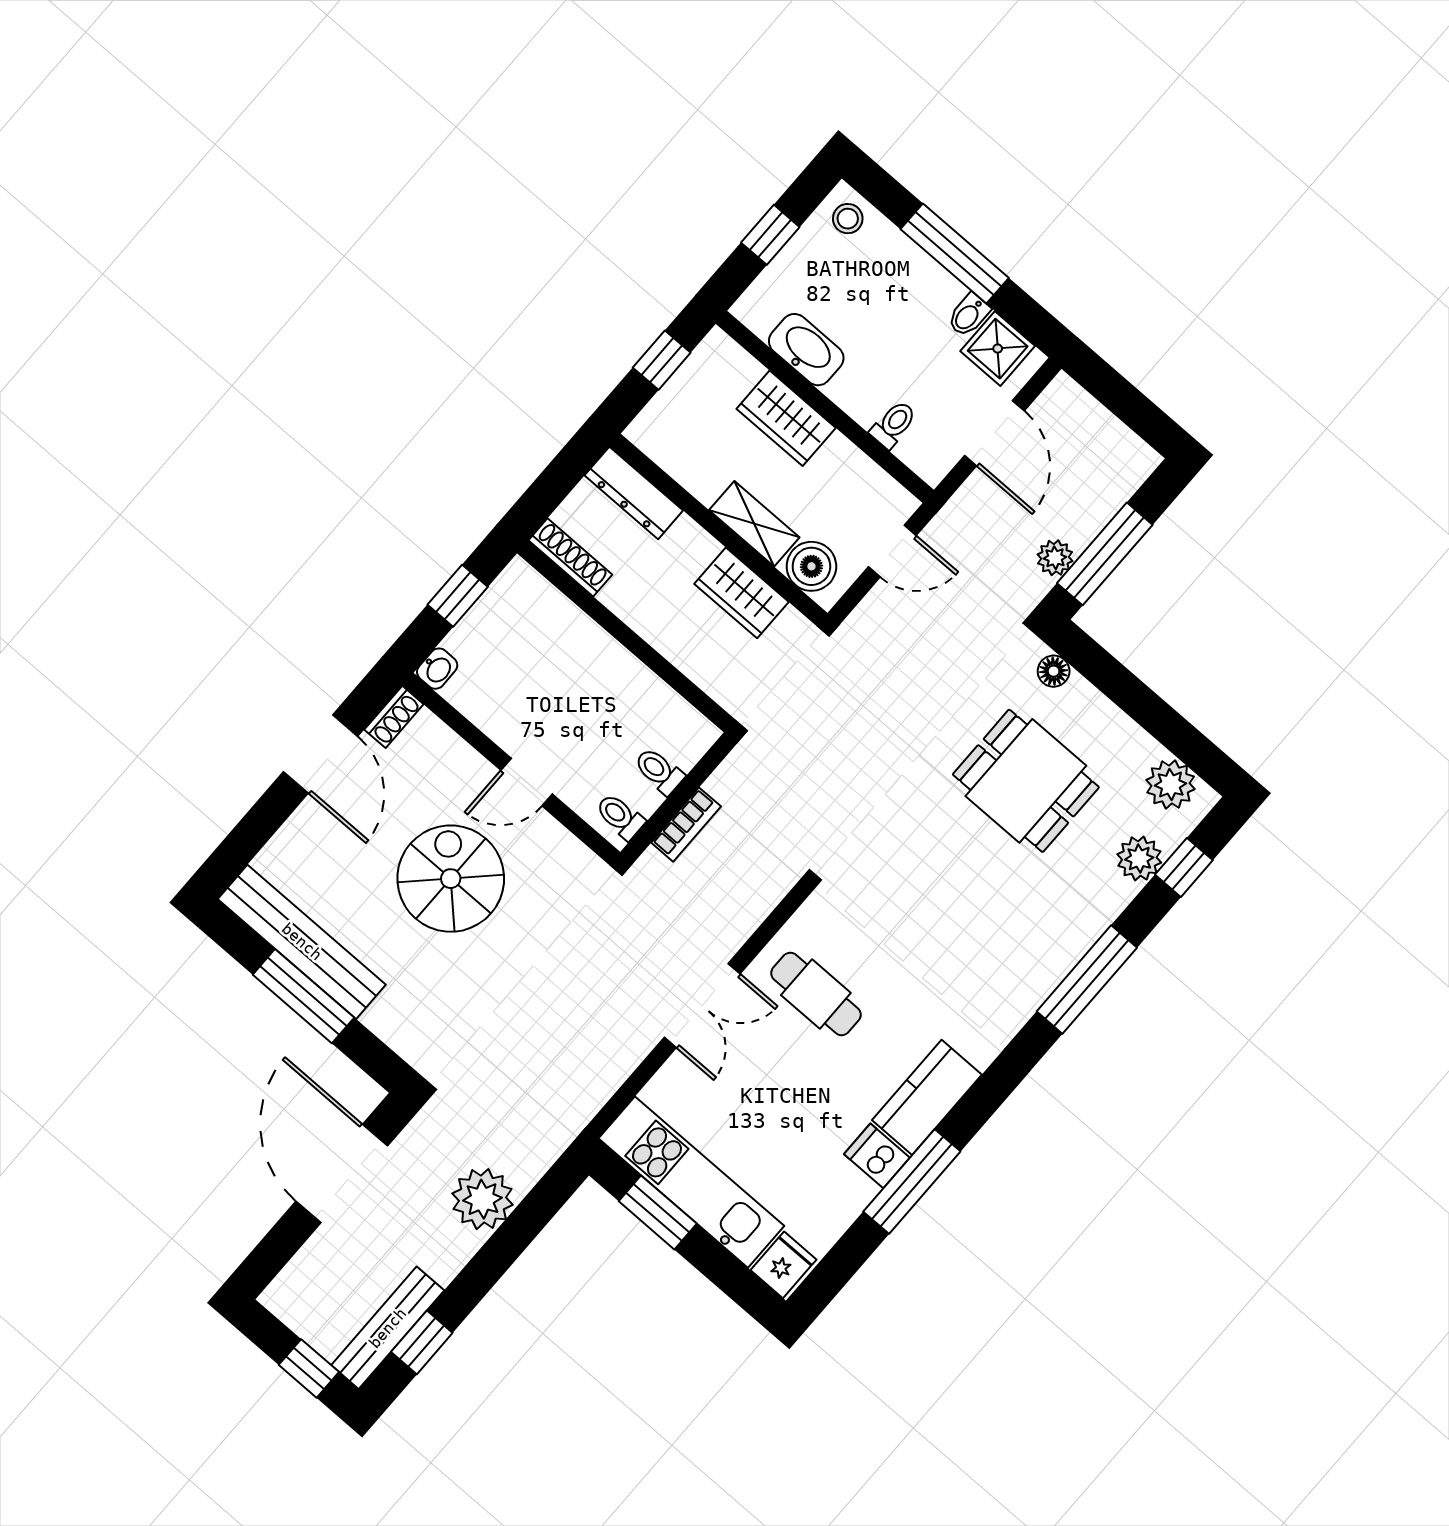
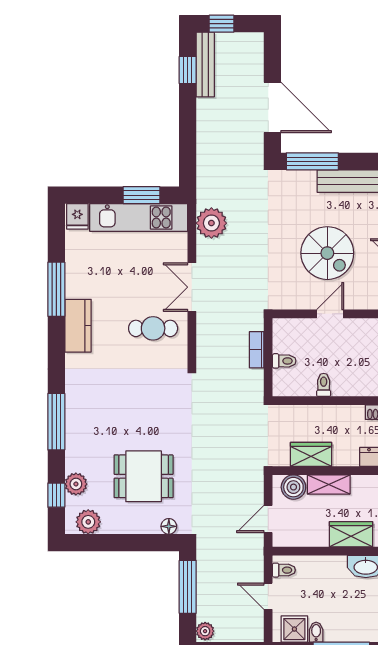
toilet: (893, 424) -> (284, 570), moved, turned -90
door: (994, 433) -> (268, 596), width x0.73
plant: (1055, 558) -> (205, 631), moved
toilet: (620, 816) -> (324, 385), moved, turned -90
window: (303, 996) -> (312, 161), moved
dishwasher: (877, 1156) -> (78, 288), removed
plant: (482, 1199) -> (211, 223), moved

